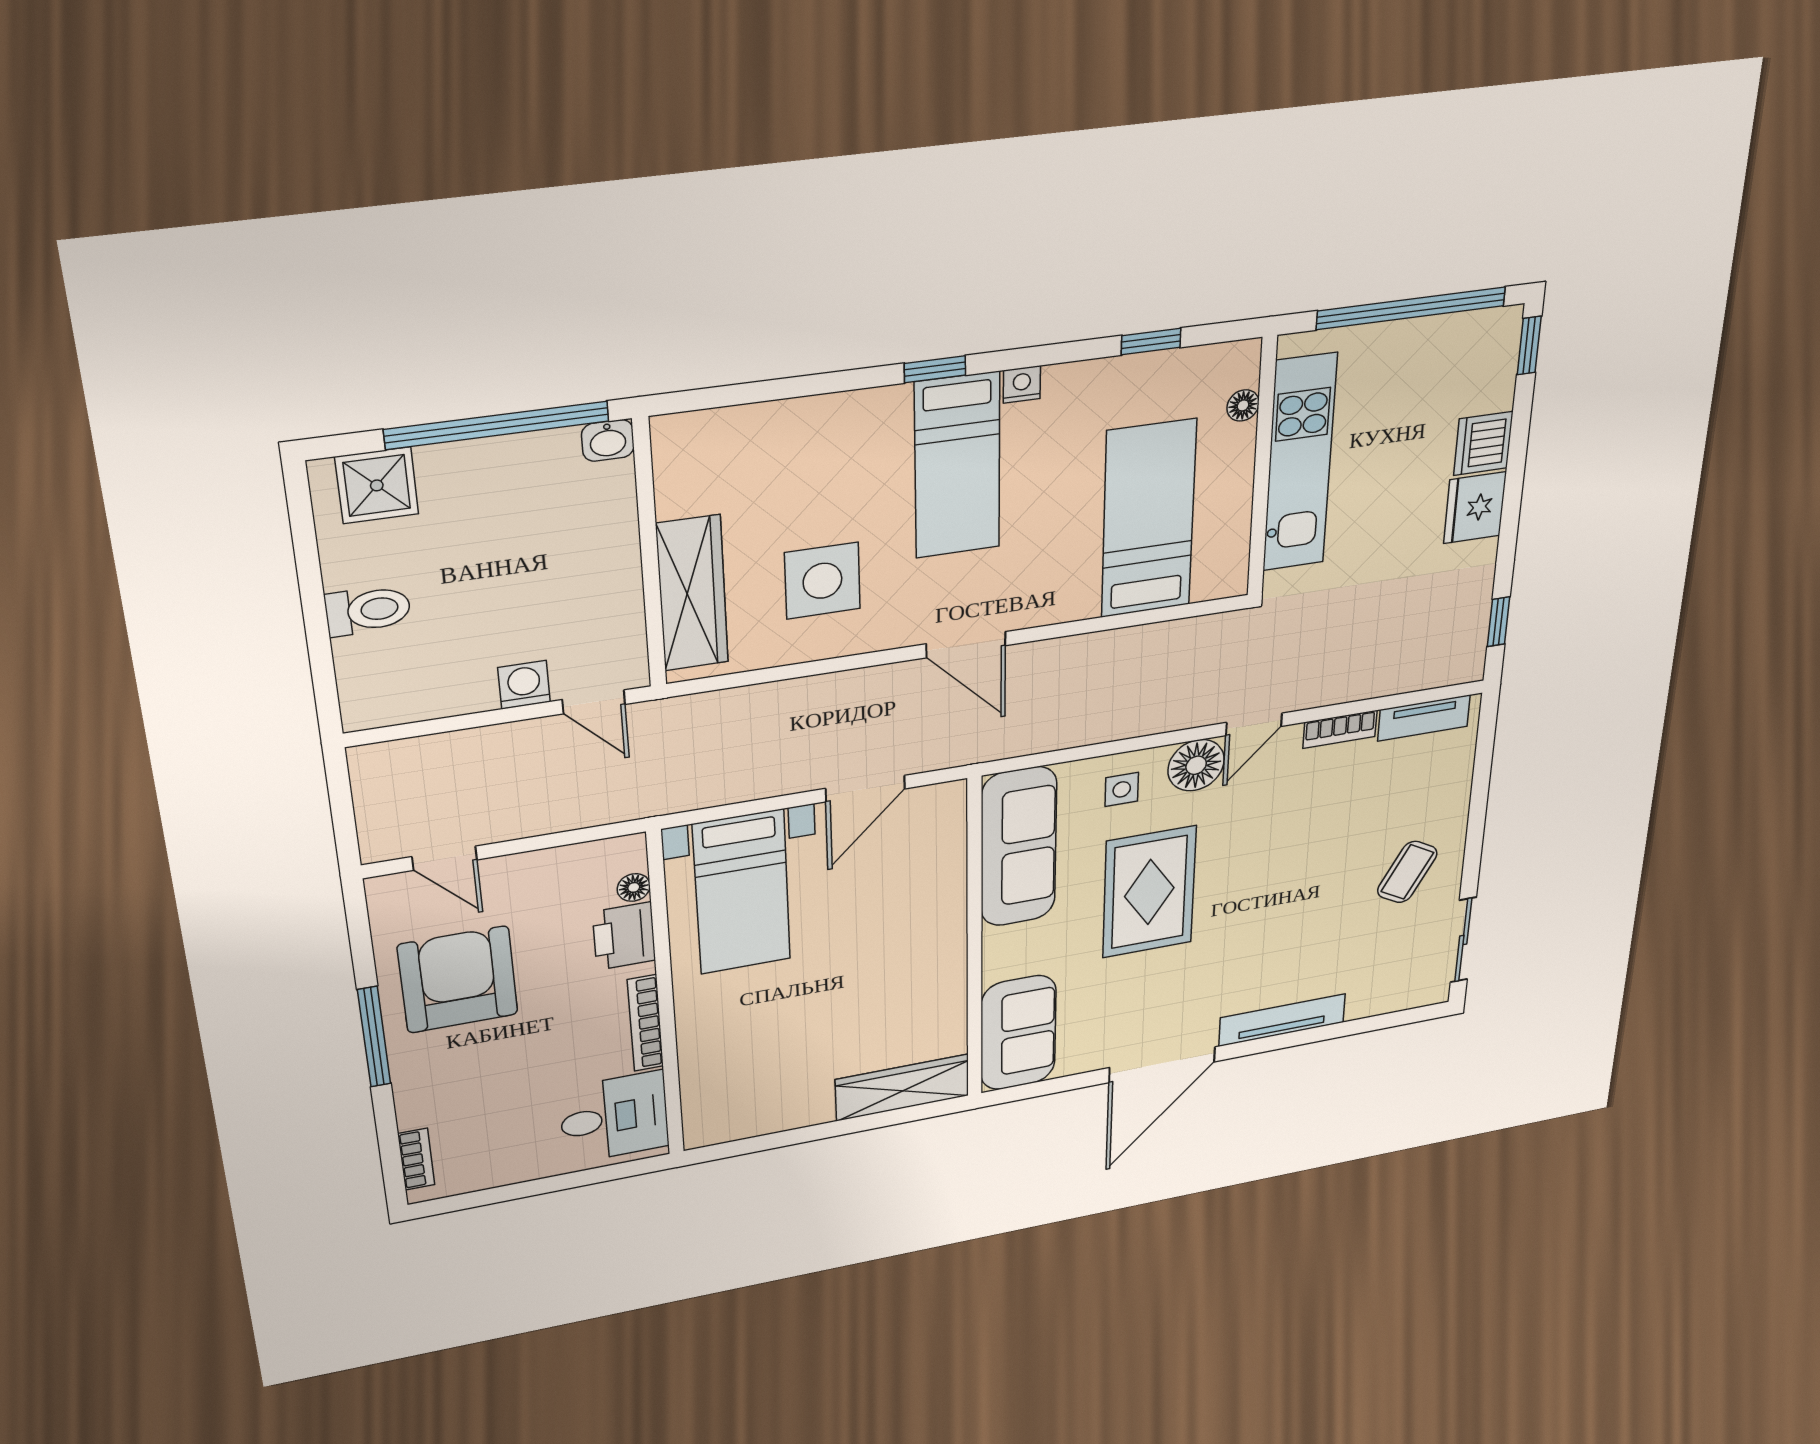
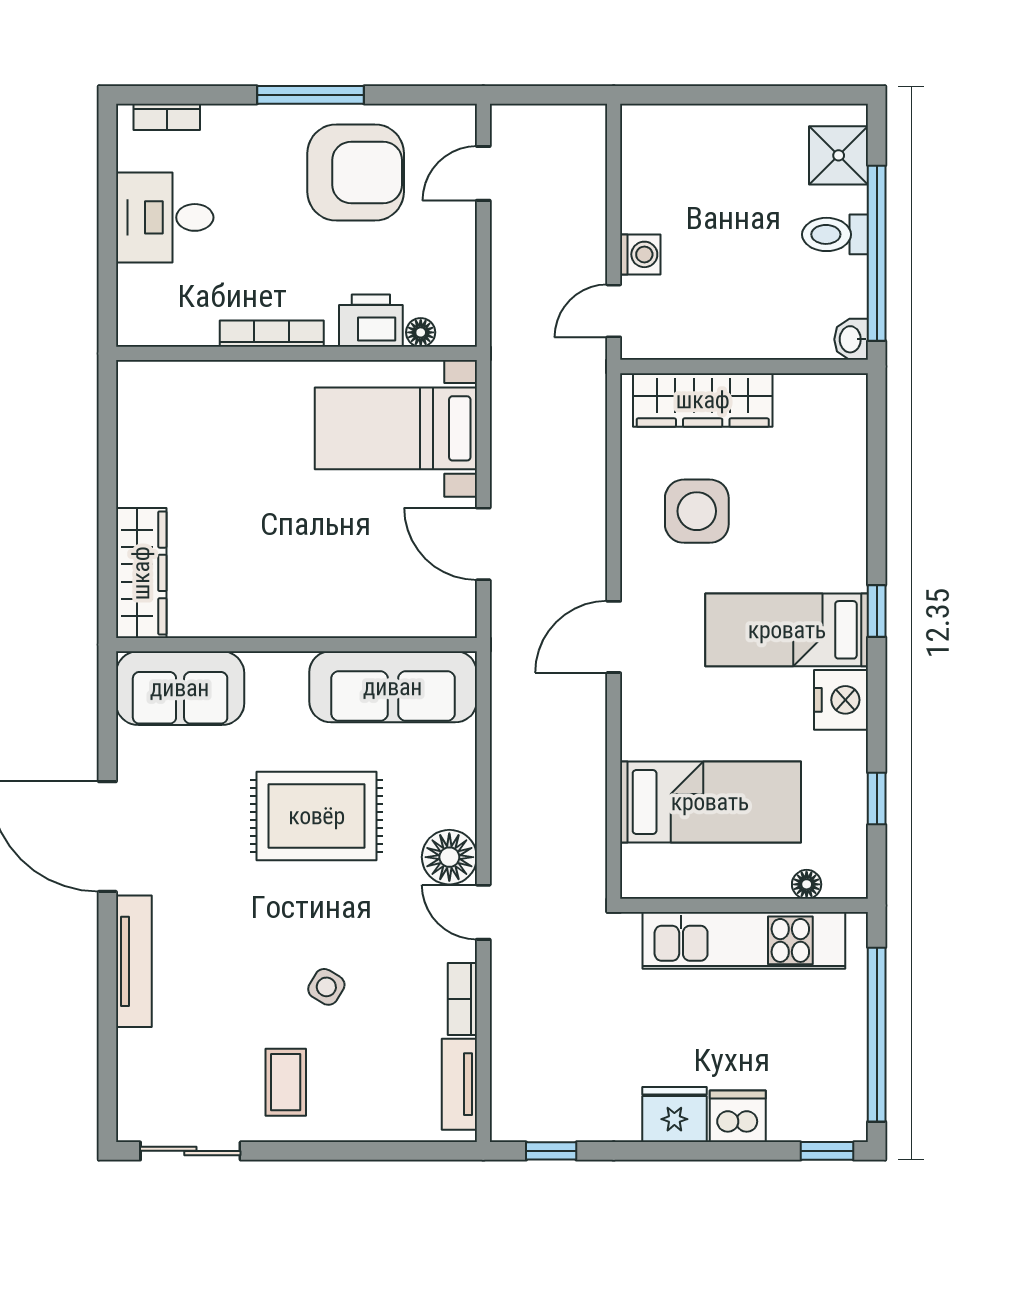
nightstand: (1022, 384) -> (841, 700), width x1.89, depth x1.79
toilet: (368, 610) -> (835, 234), moved, turned 90
side table: (1122, 789) -> (326, 987), moved, turned 31
coffee table: (1407, 872) -> (286, 1082), turned 61
desk: (614, 1117) -> (165, 217), moved, turned 90

